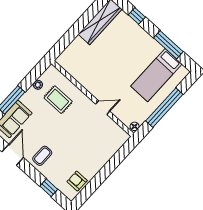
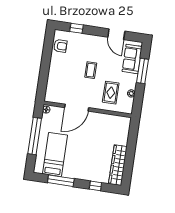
rug: (58, 100) -> (111, 93), turned 90
door: (103, 108) -> (77, 108), width x1.87
coffee table: (42, 156) -> (91, 70), moved

